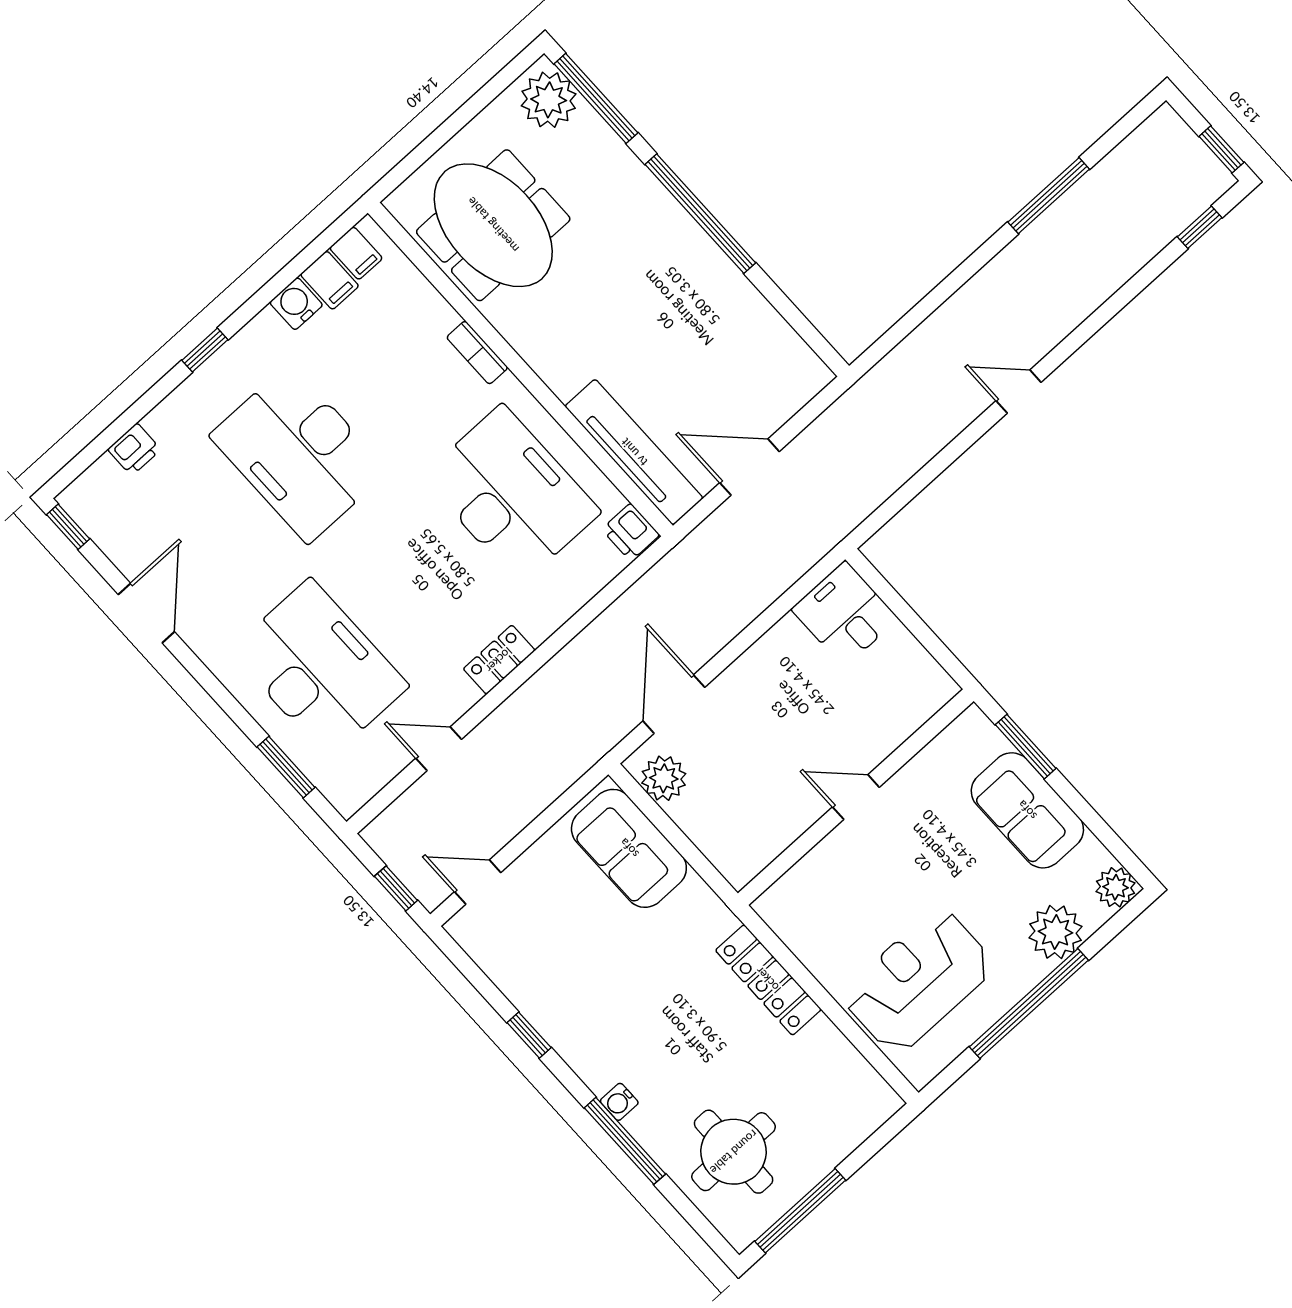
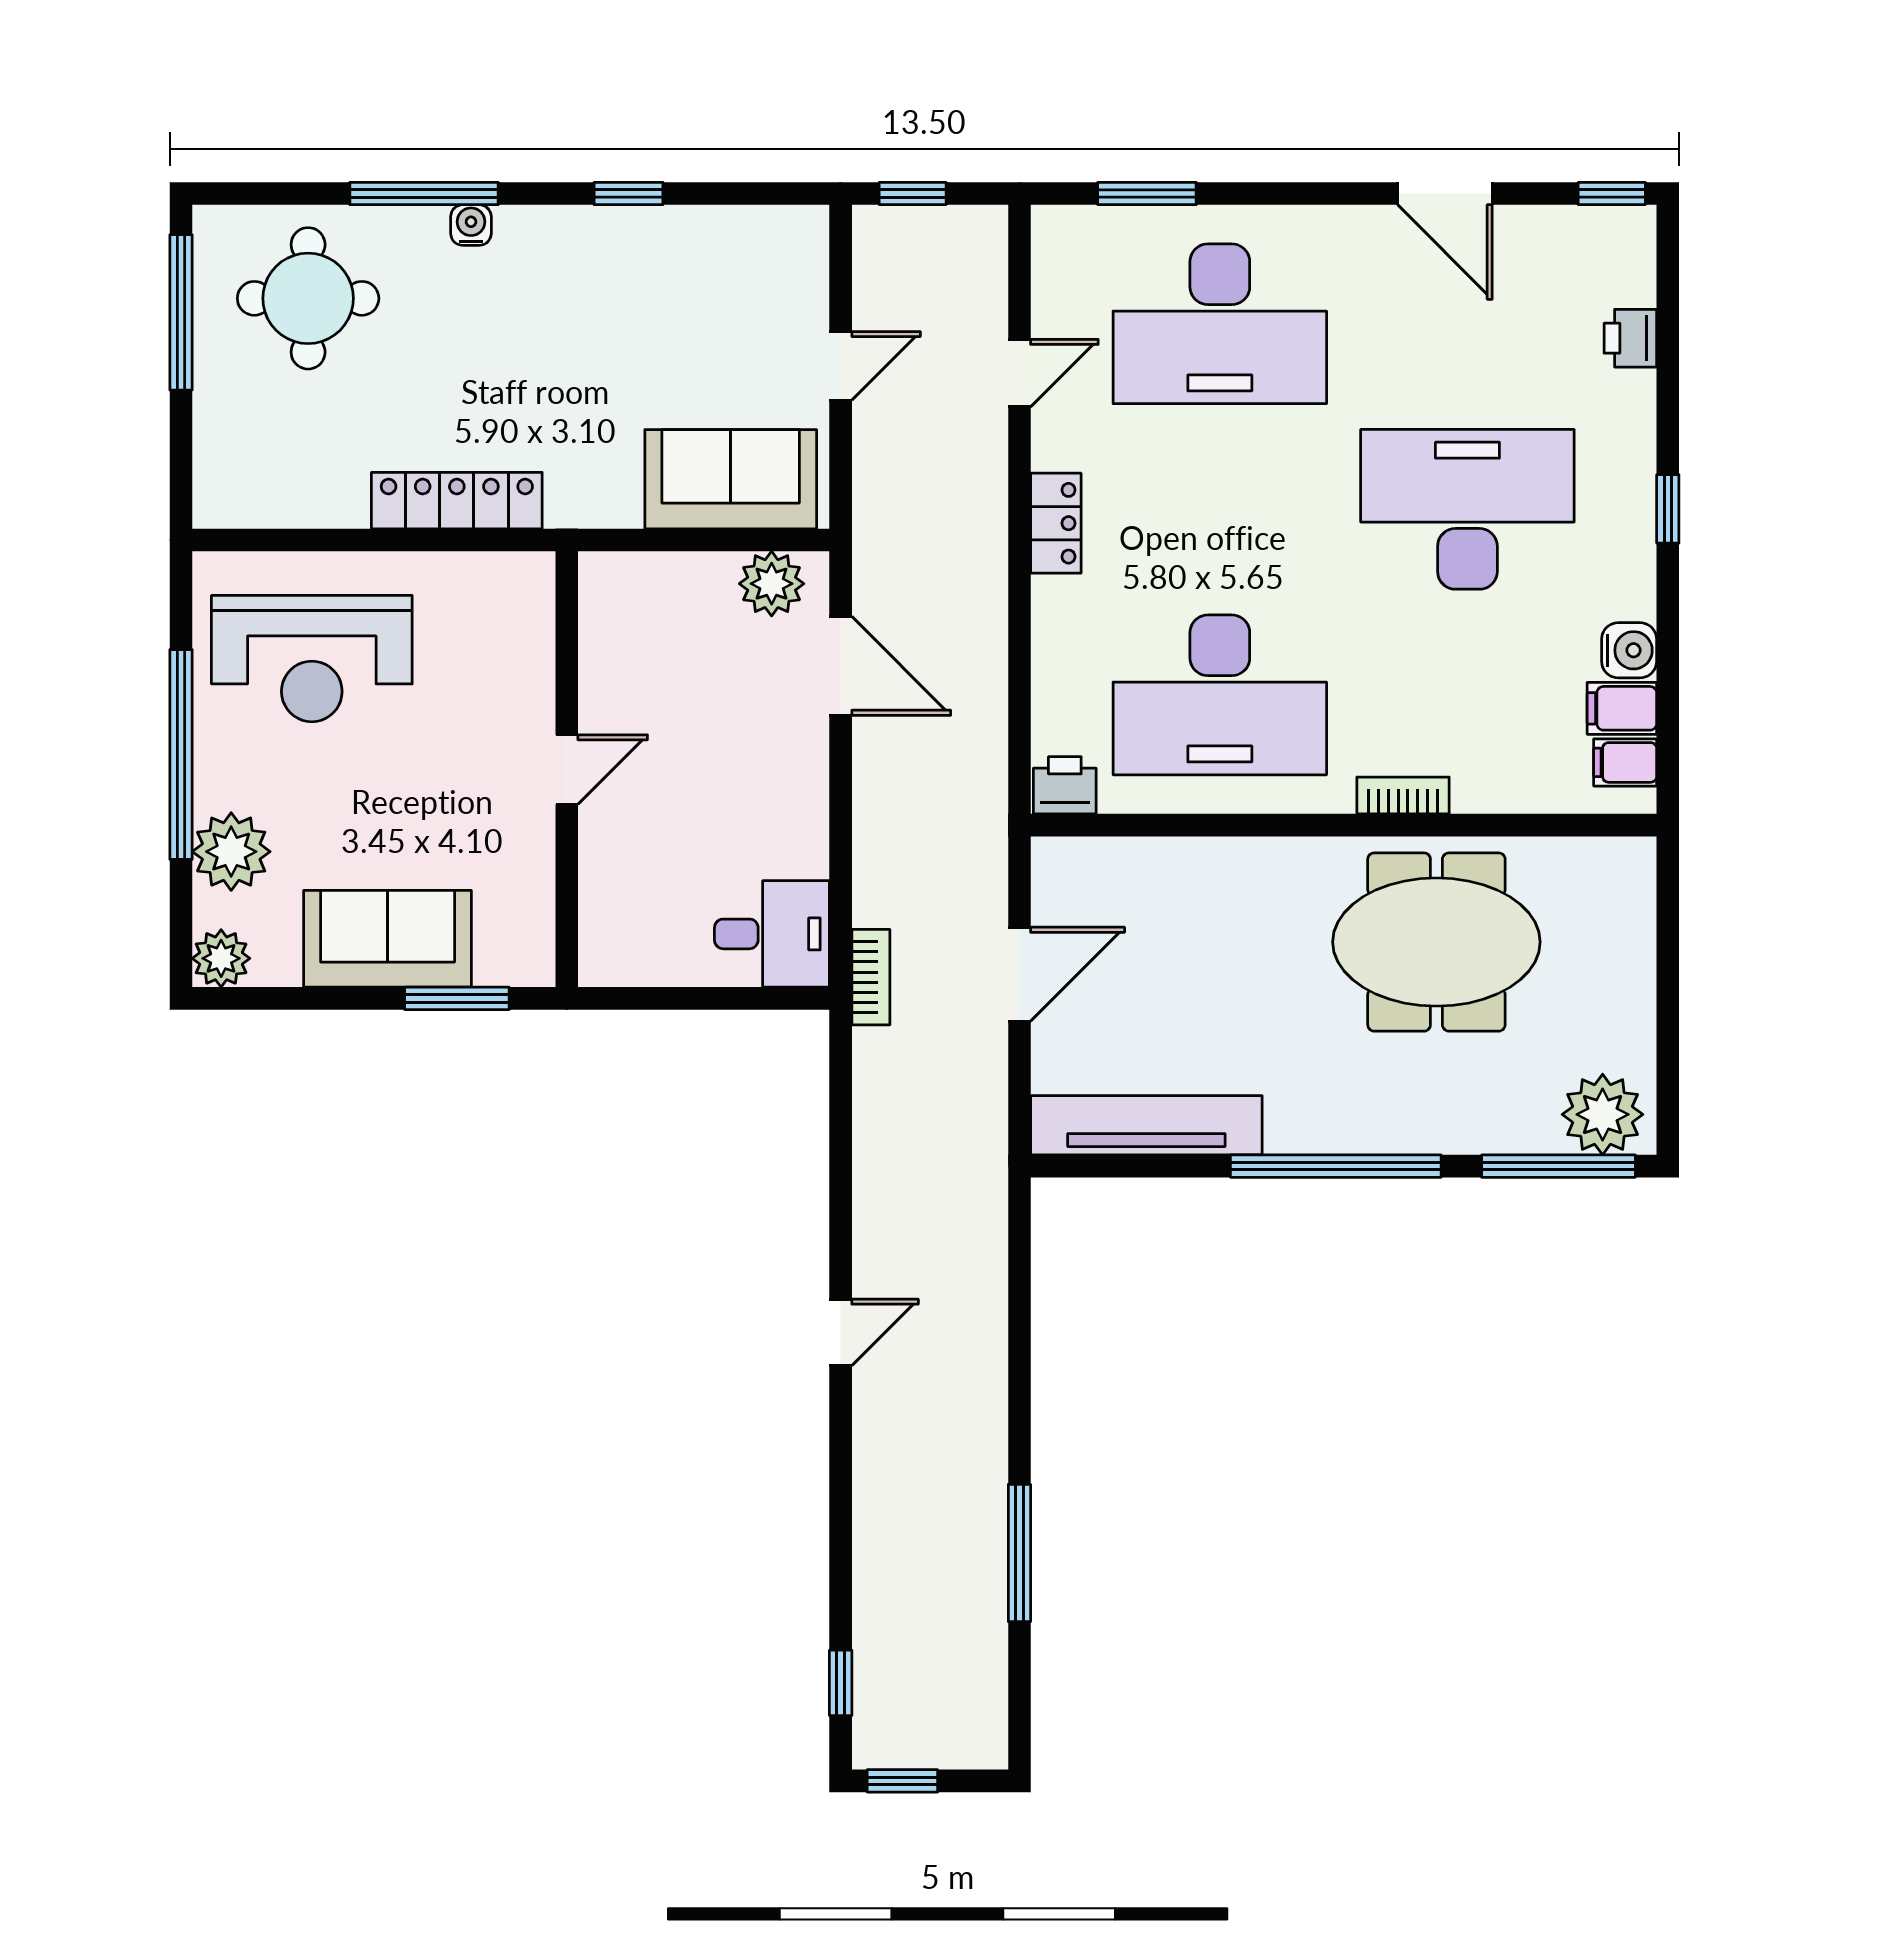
meeting table: (493, 225) -> (1436, 942), moved
tv unit: (634, 452) -> (1146, 1125), moved, turned 180
bookcase: (821, 542) -> (871, 977), added
door: (478, 882) -> (841, 366), moved
reception desk: (918, 981) -> (312, 659), turned 90

